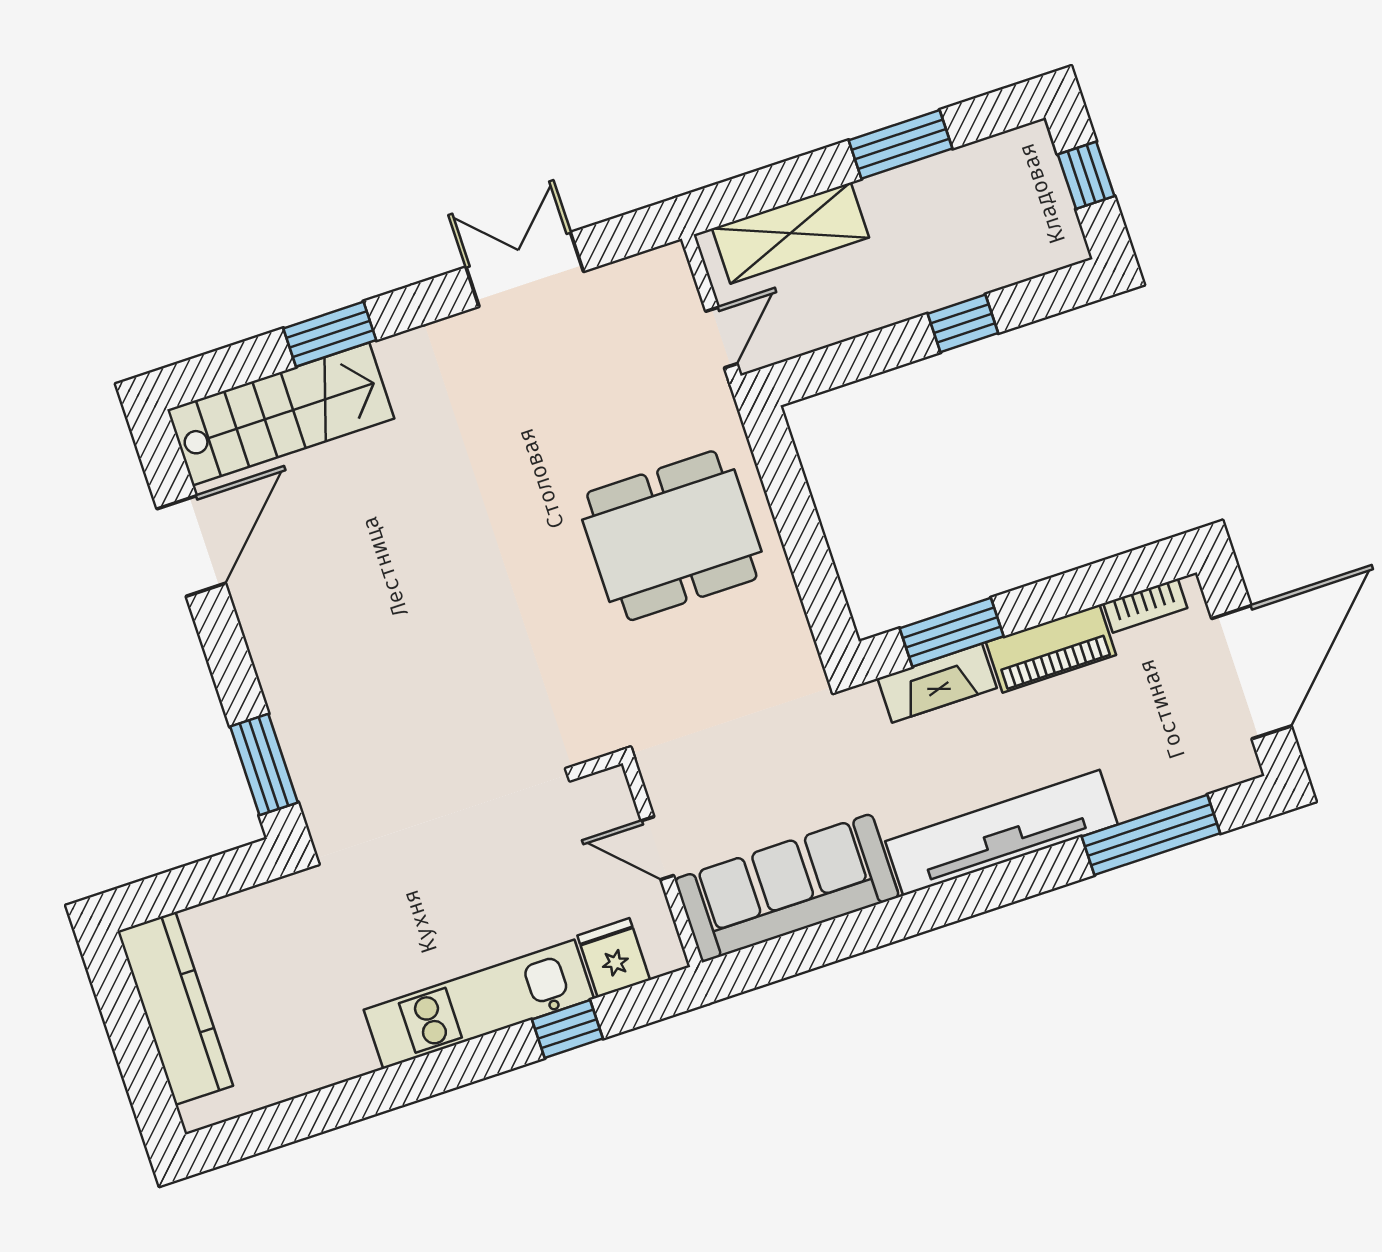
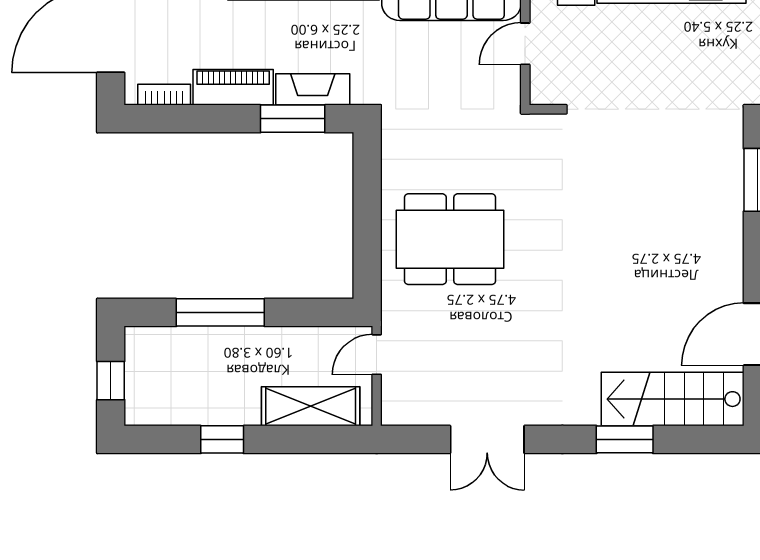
window: (900, 144) -> (222, 439), width x0.67
window: (963, 323) -> (220, 312), width x2.17
door: (657, 848) -> (525, 44), swing flipped

